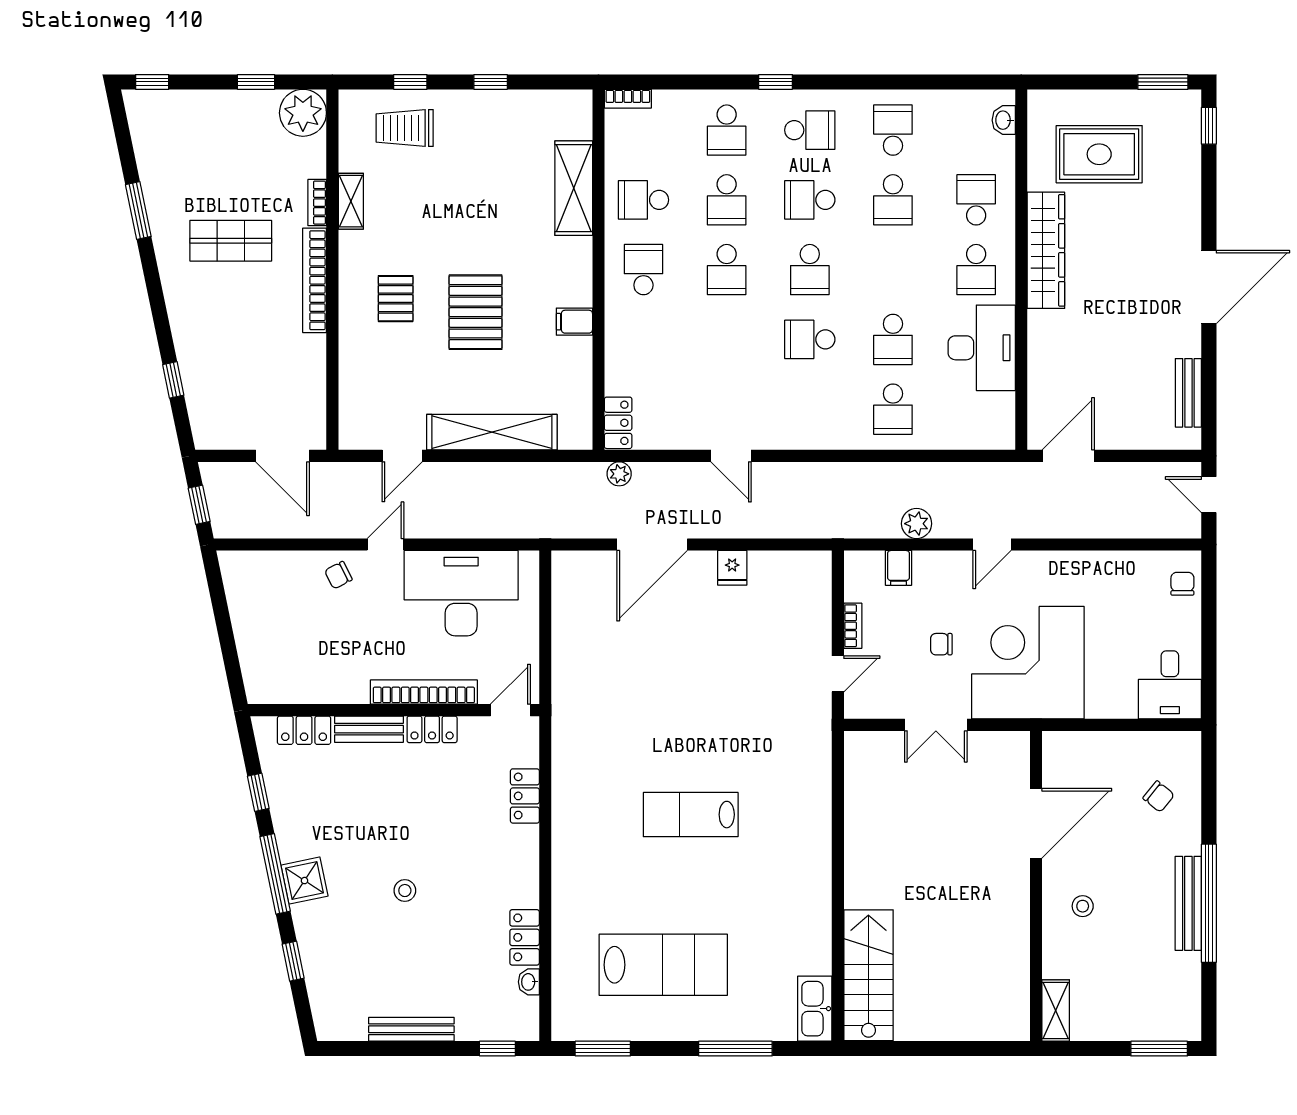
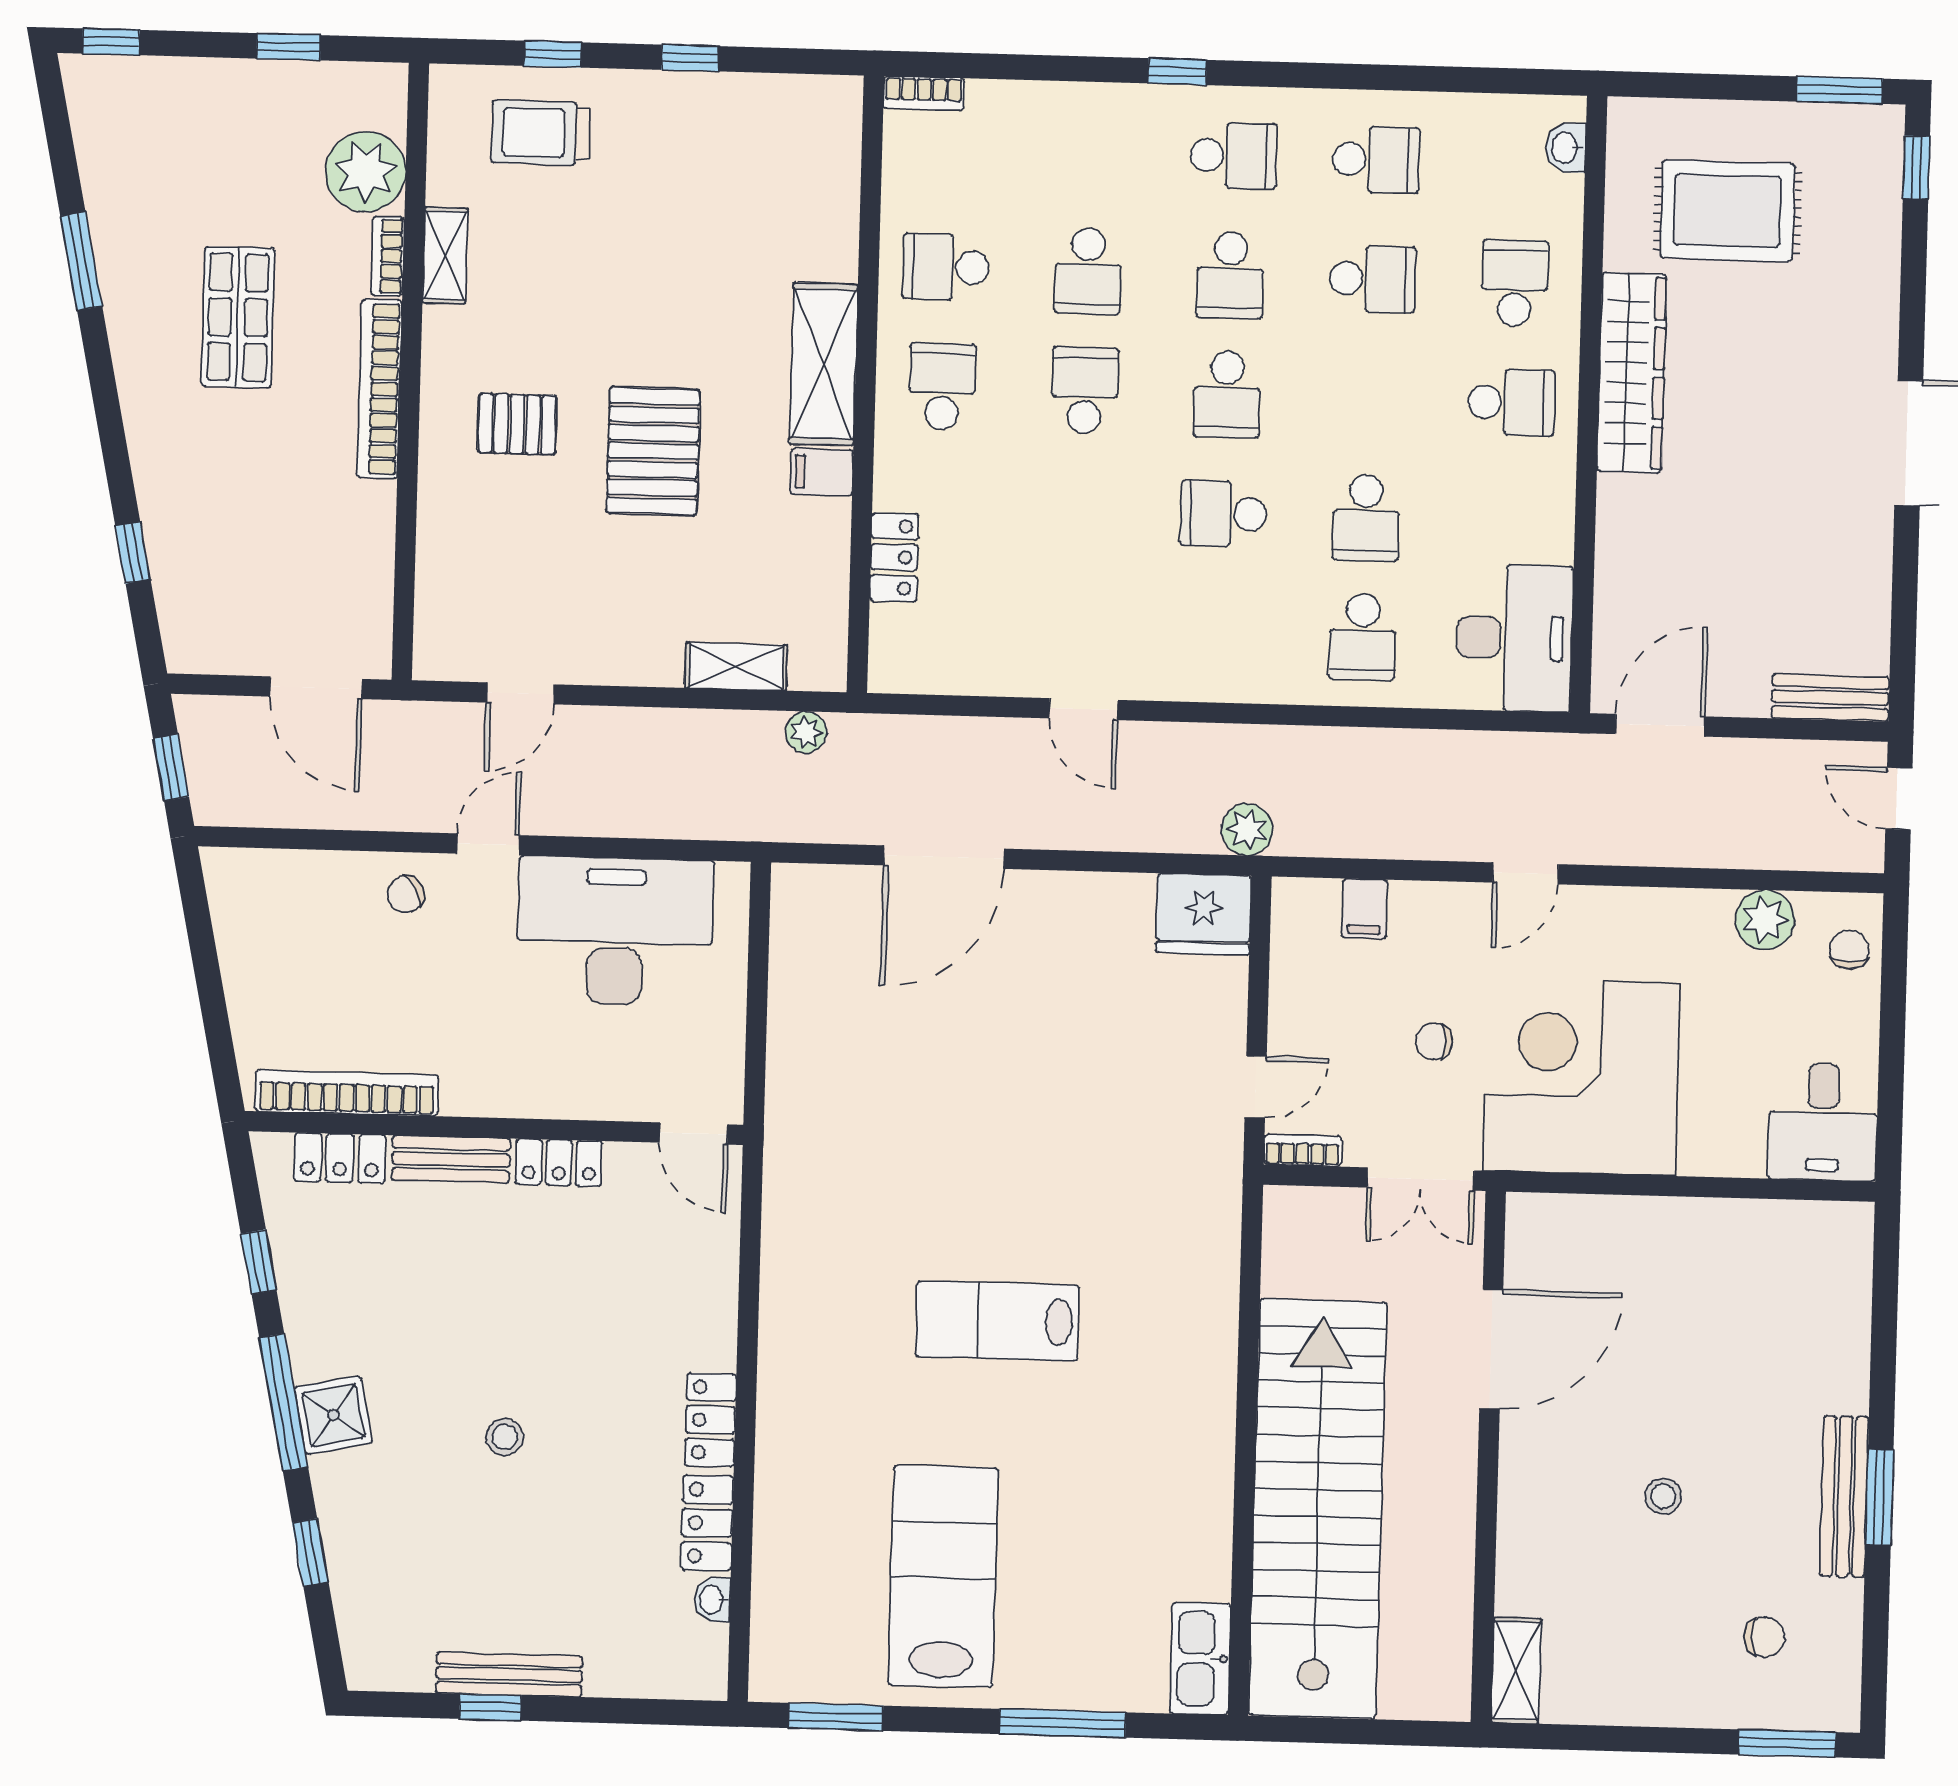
plant: (303, 113) -> (366, 172), moved
school desk: (727, 130) -> (1091, 152), removed
school desk: (893, 130) -> (1376, 160), turned 90
shelving: (574, 188) -> (824, 364), moved
school desk: (810, 200) -> (1230, 275), turned -90
school desk: (893, 200) -> (1373, 279), turned -90
shop shelf: (231, 241) -> (238, 317), turned 90
school desk: (727, 270) -> (1085, 390), turned 180
school desk: (976, 270) -> (1511, 402), turned -90
pallet: (396, 299) -> (517, 424), turned 90
desk: (982, 348) -> (1514, 638), moved
bench: (1188, 393) -> (1830, 698), moved, turned 90
locker: (618, 423) -> (894, 557), moved
shelving: (492, 432) -> (736, 666), width x0.45, depth x0.75
plant: (619, 474) -> (806, 732), moved
plant: (917, 524) -> (1247, 830), moved
fridge: (732, 568) -> (1203, 914), moved, width x1.88, depth x1.34
plant: (1133, 568) -> (1765, 920), added
bookcase: (853, 626) -> (1303, 1150), moved, turned -90
bookcase: (424, 692) -> (347, 1093), moved
door: (510, 710) -> (694, 1133), swing flipped
locker: (525, 796) -> (710, 1420), moved
chair: (1159, 797) -> (1765, 1637), moved, turned -39
door: (1036, 823) -> (1491, 1349), moved
wall: (1036, 886) -> (1488, 1457), moved
window: (1209, 903) -> (1879, 1497), width x0.47
lab bench: (663, 965) -> (943, 1576), turned -90
stairs: (868, 975) -> (1318, 1508), width x1.86, depth x1.51
shelving: (1056, 1011) -> (1516, 1671), moved
window: (497, 1049) -> (490, 1707), moved

